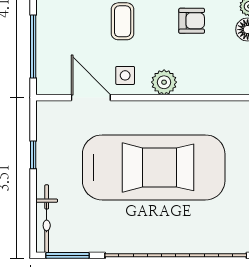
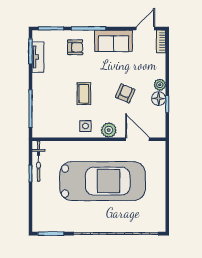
armchair: (192, 21) -> (125, 93), turned -67
door: (91, 98) -> (137, 139), moved
bicycle: (47, 219) -> (38, 161), moved

